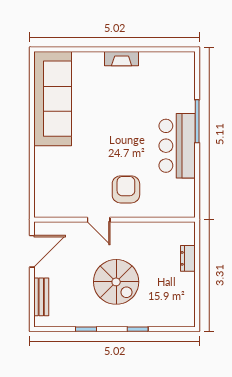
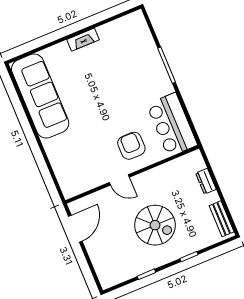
bar counter: (177, 146) -> (172, 125), moved
bench: (41, 297) -> (222, 219), moved

